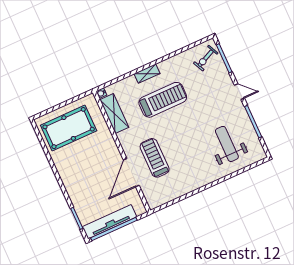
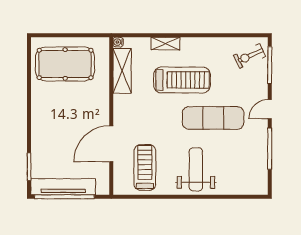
shelving: (147, 74) -> (166, 44), moved
door: (239, 92) -> (270, 109), swing flipped
exercise mat: (199, 118) -> (213, 118), added
weight bench: (227, 144) -> (196, 169), moved
treadmill: (155, 158) -> (145, 167), moved

